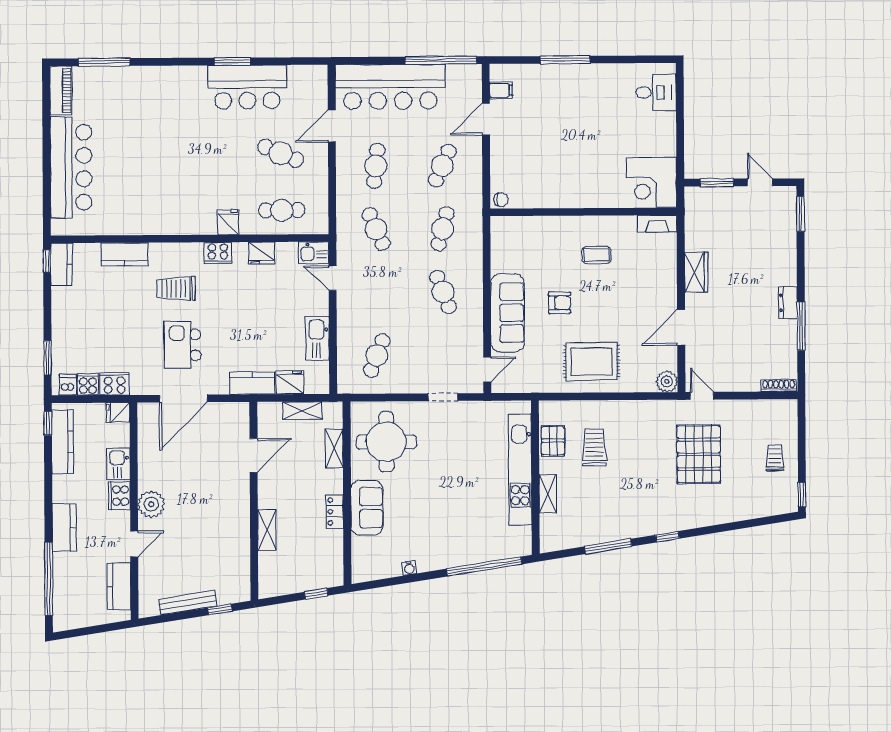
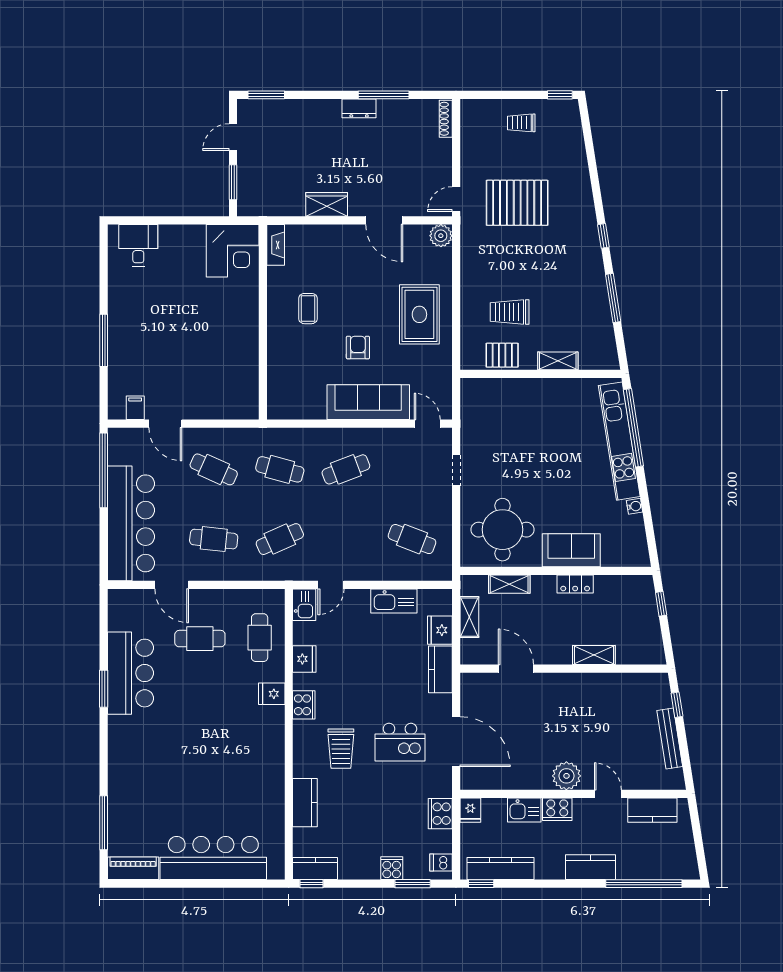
cafe table: (281, 153) -> (200, 639), turned 67
chair: (501, 200) -> (250, 408), removed
cooker: (88, 384) -> (392, 868), moved, turned 90
kitchen unit: (520, 470) -> (619, 441), moved, turned 81

